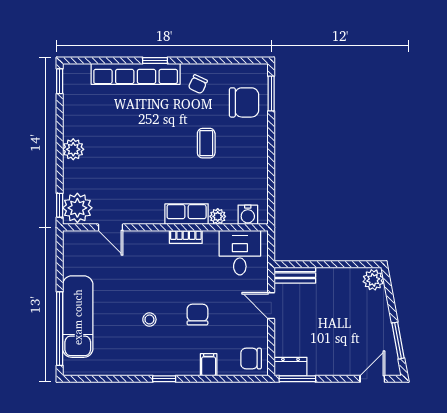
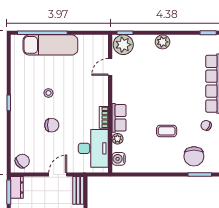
desk: (240, 253) -> (93, 148), width x1.37
chair: (251, 359) -> (22, 161), turned 51
filing cabinet: (209, 365) -> (18, 133), removed

